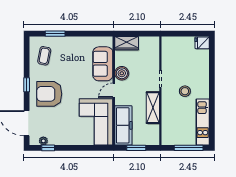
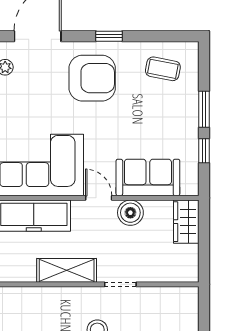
window: (55, 34) -> (204, 109), moved
window: (88, 34) -> (204, 151), added
armchair: (49, 94) -> (92, 78), turned 90

